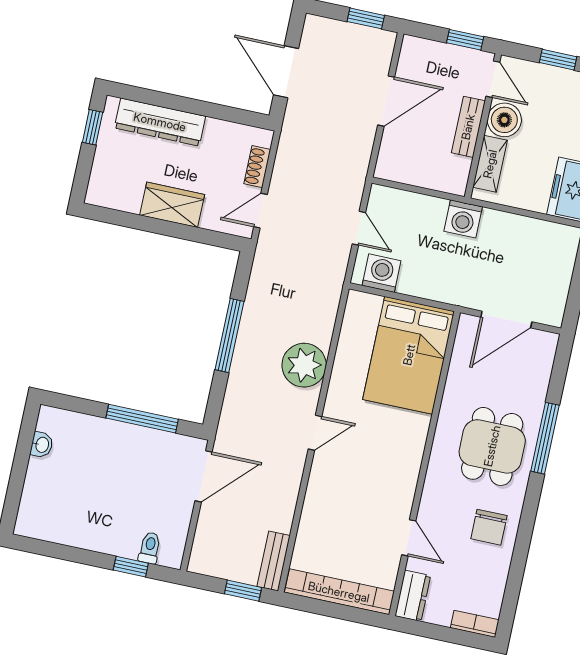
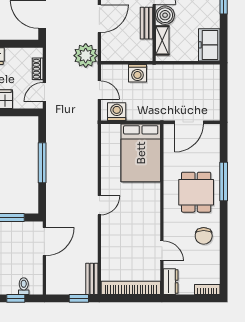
washing machine: (463, 219) -> (137, 73), moved
plant: (304, 365) -> (86, 56), moved

